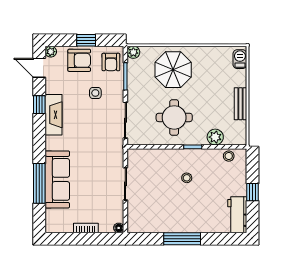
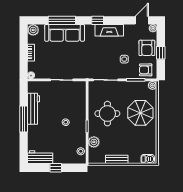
window: (39, 105) -> (98, 20), moved
workbench: (167, 224) -> (33, 109), added
plant: (53, 225) -> (33, 30), added

